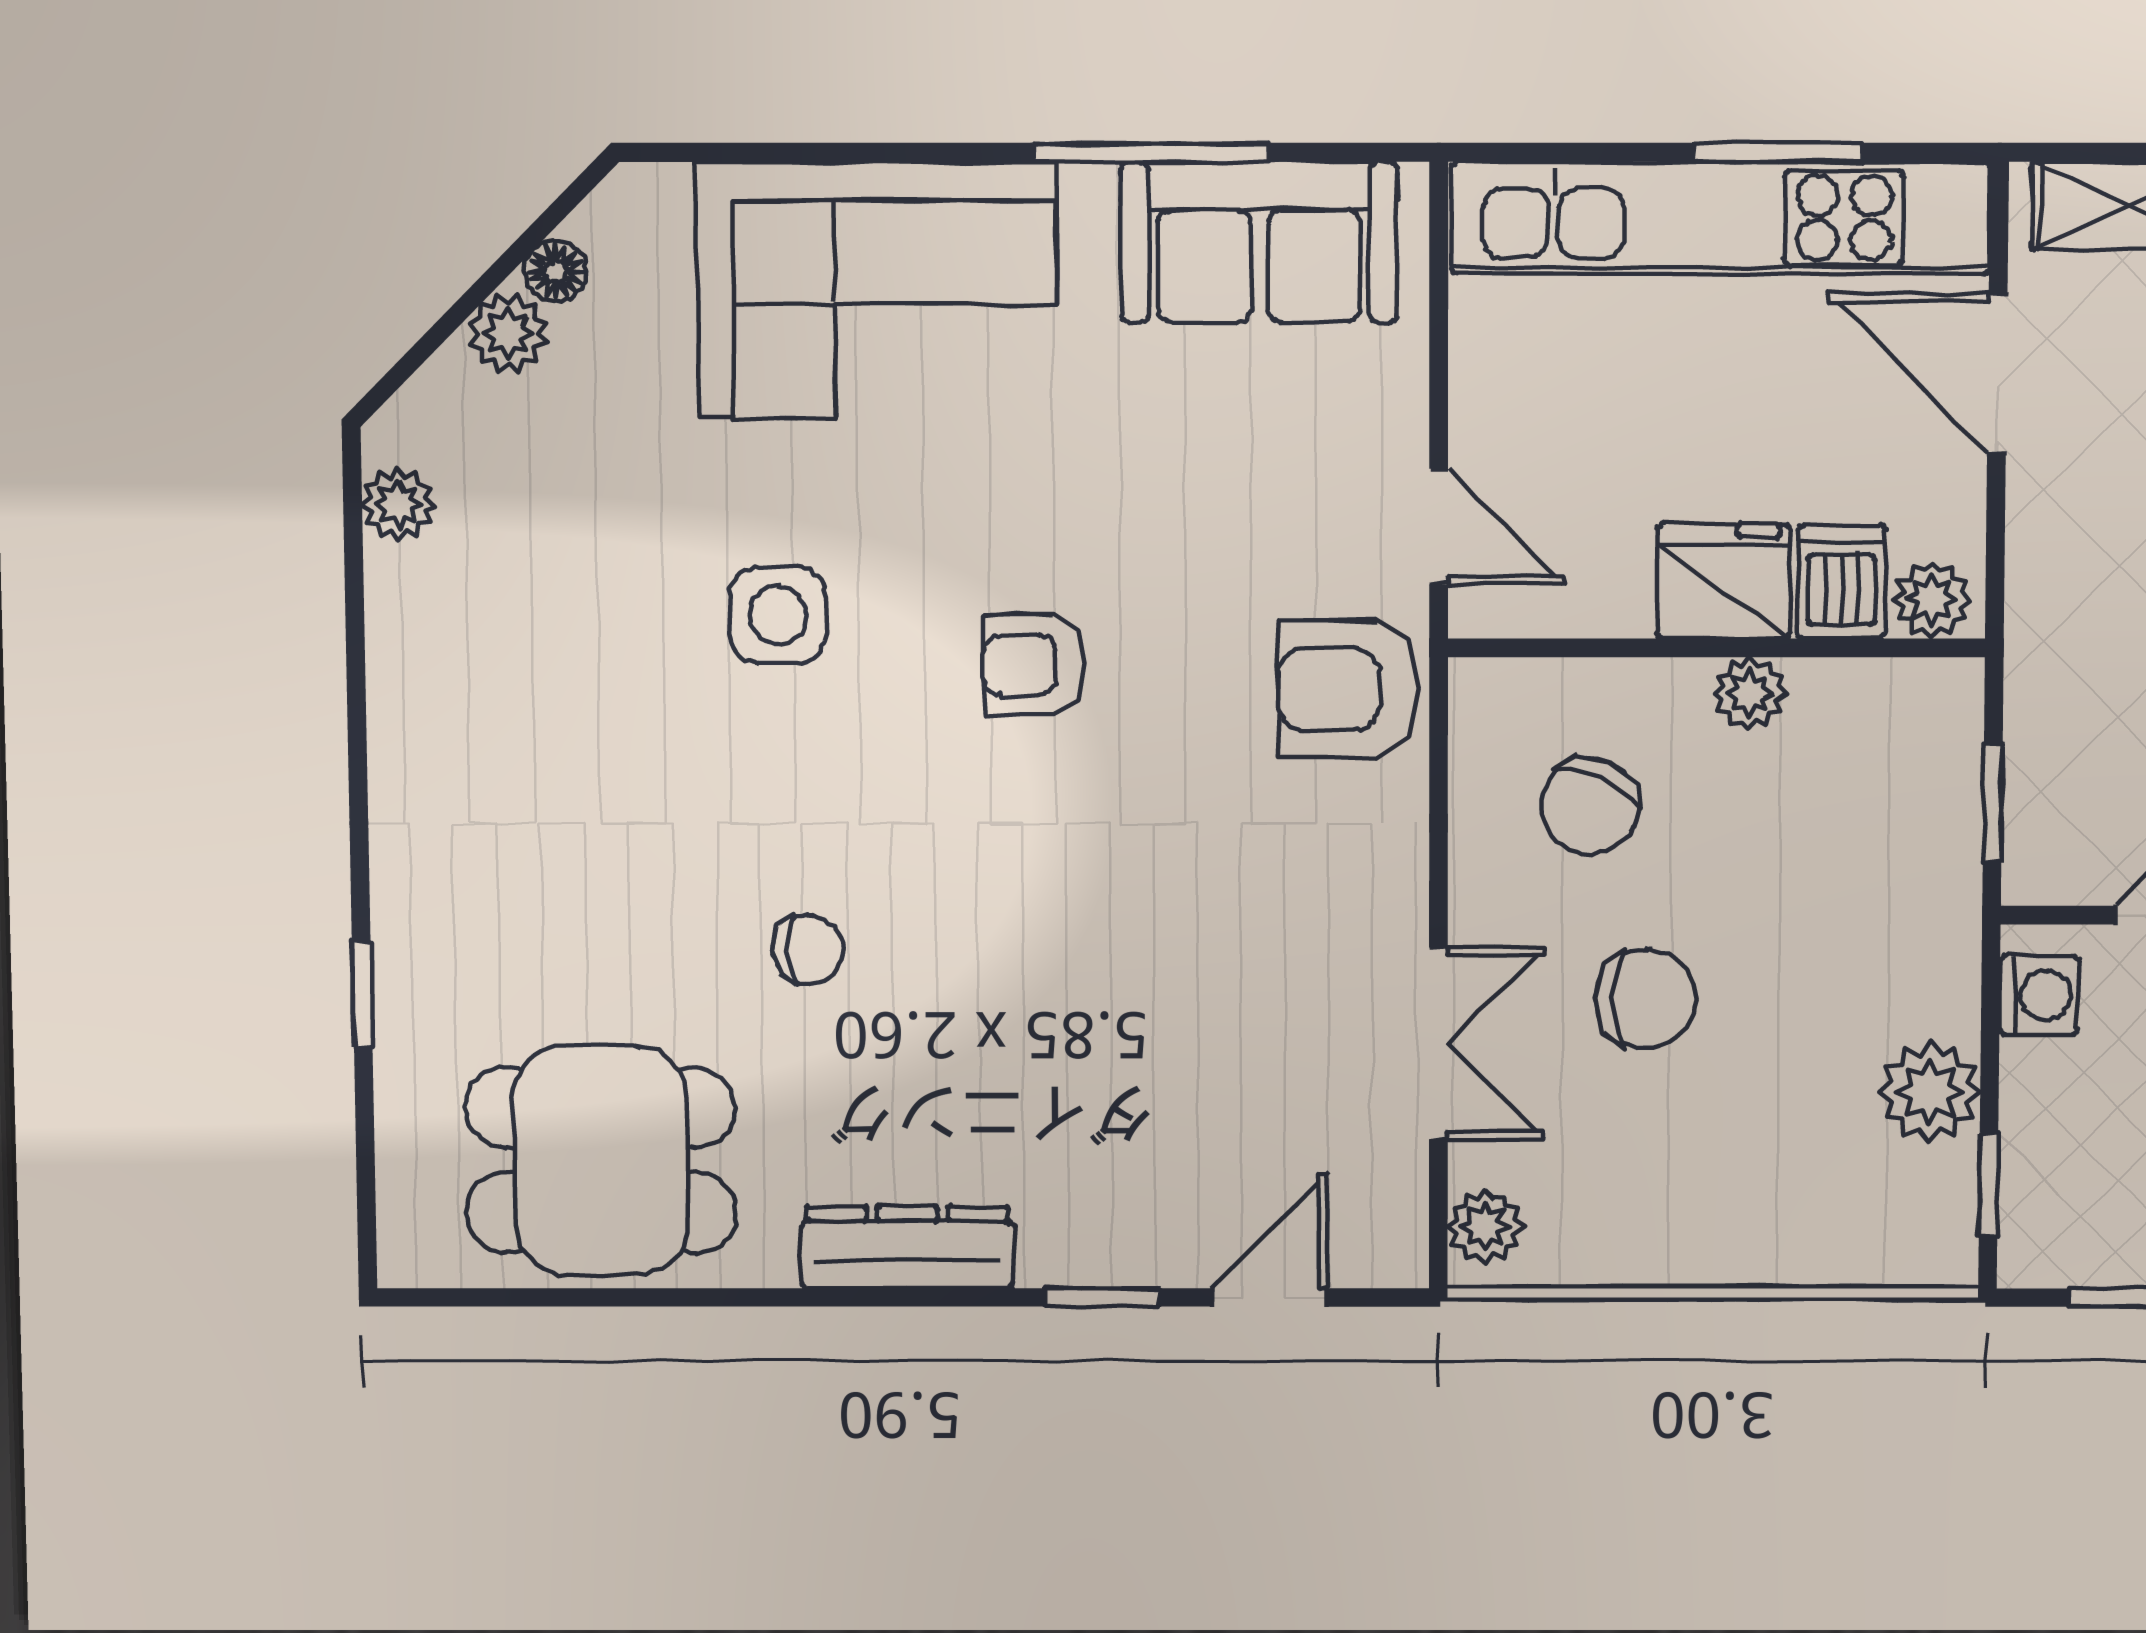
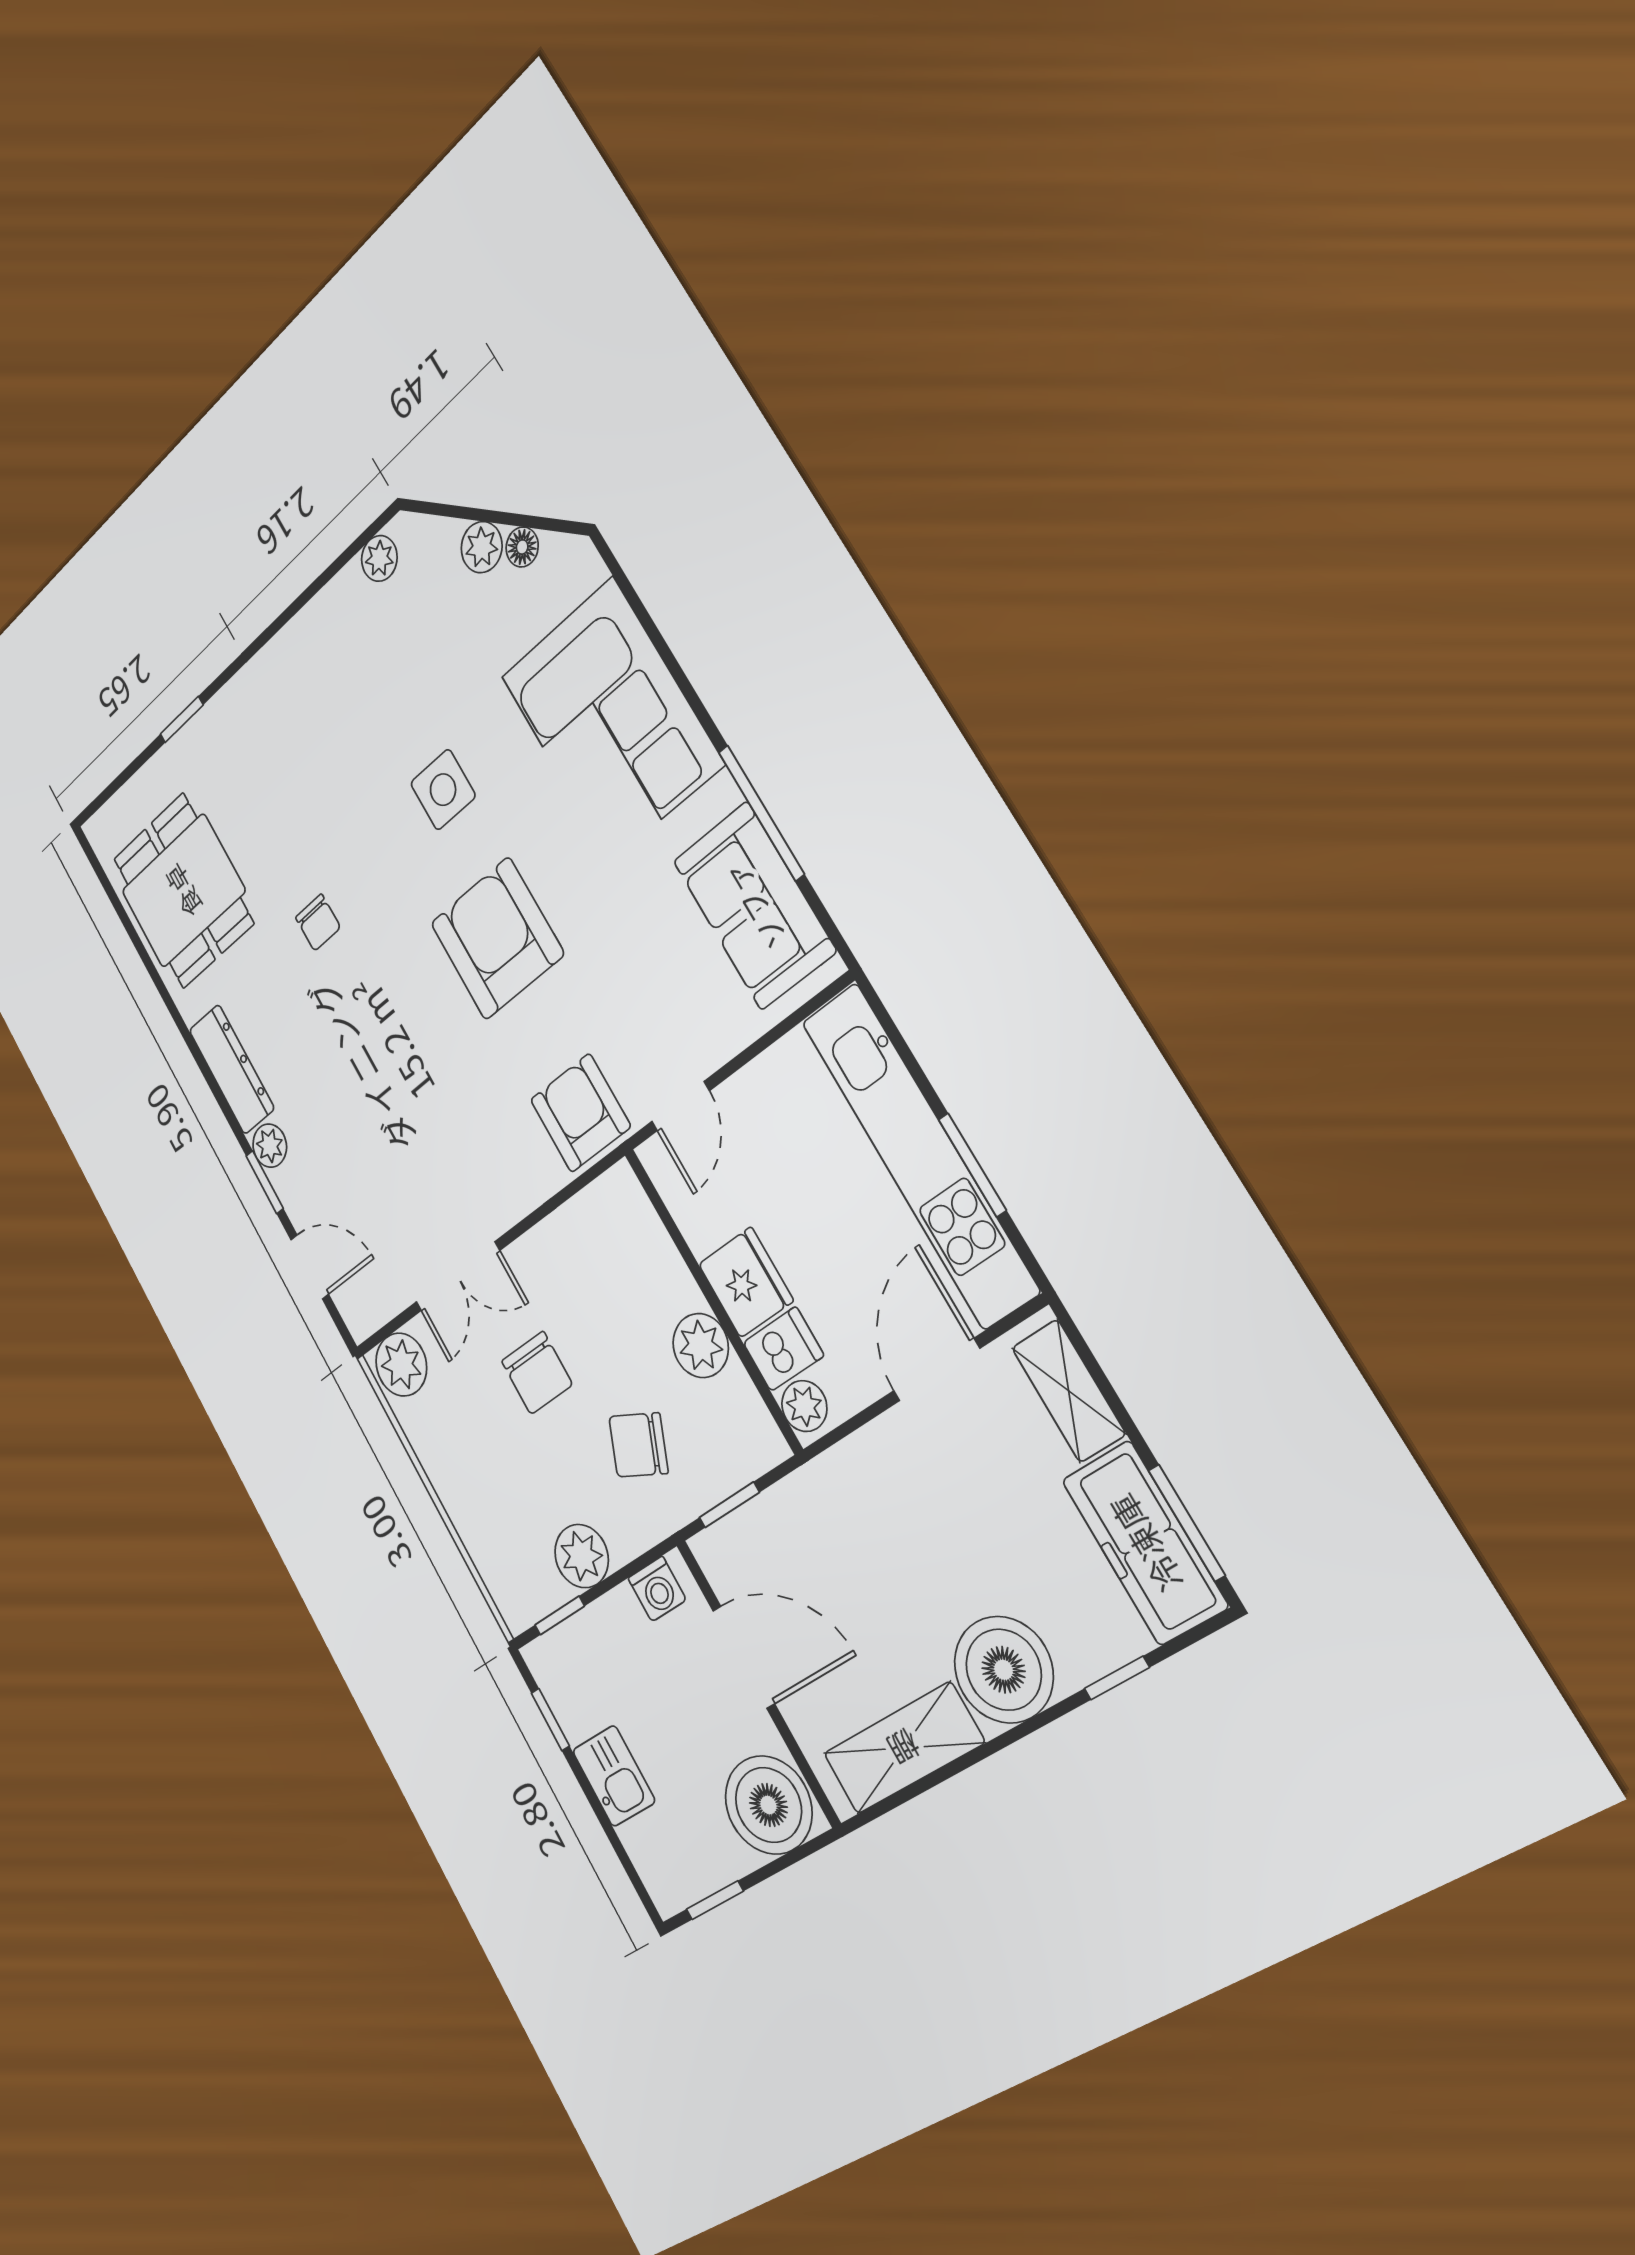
armchair: (1034, 665) -> (497, 939), width x1.88, depth x1.88
plant: (1750, 693) -> (701, 1346), width x1.38, depth x1.38
chair: (1590, 806) -> (639, 1445), moved
plant: (1485, 1226) -> (401, 1365), width x1.38, depth x1.38
plant: (1057, 1252) -> (270, 1146), added

